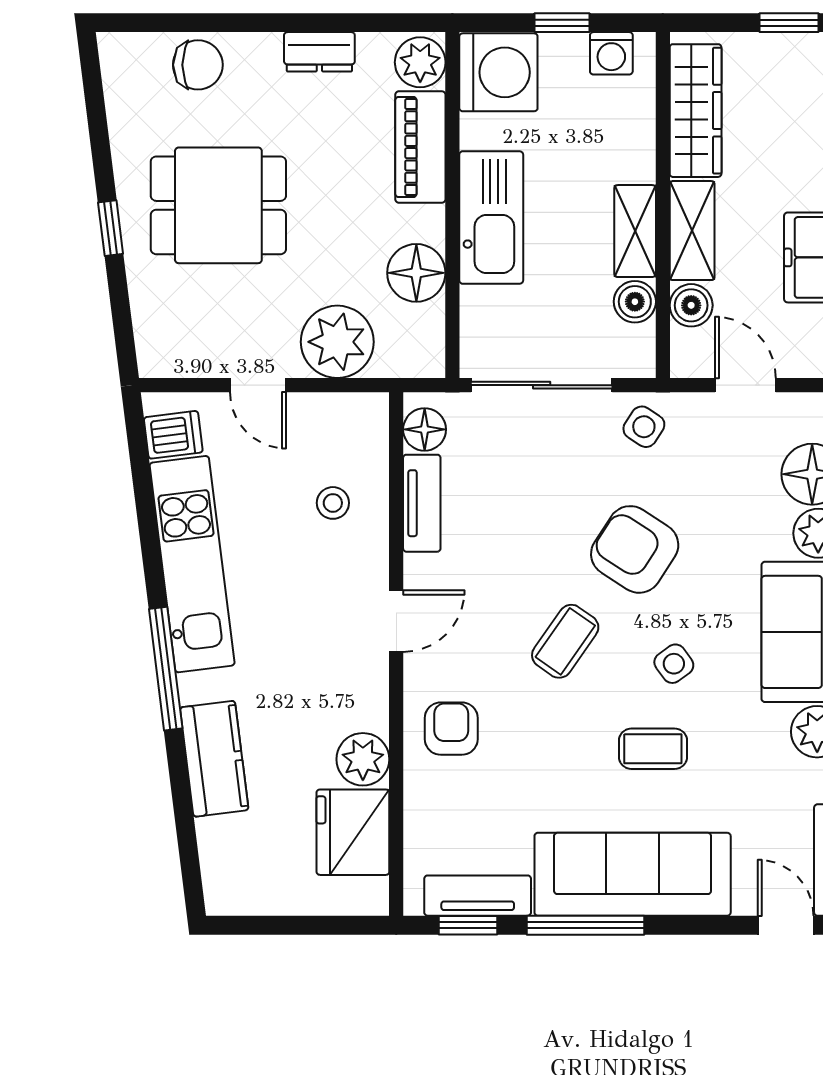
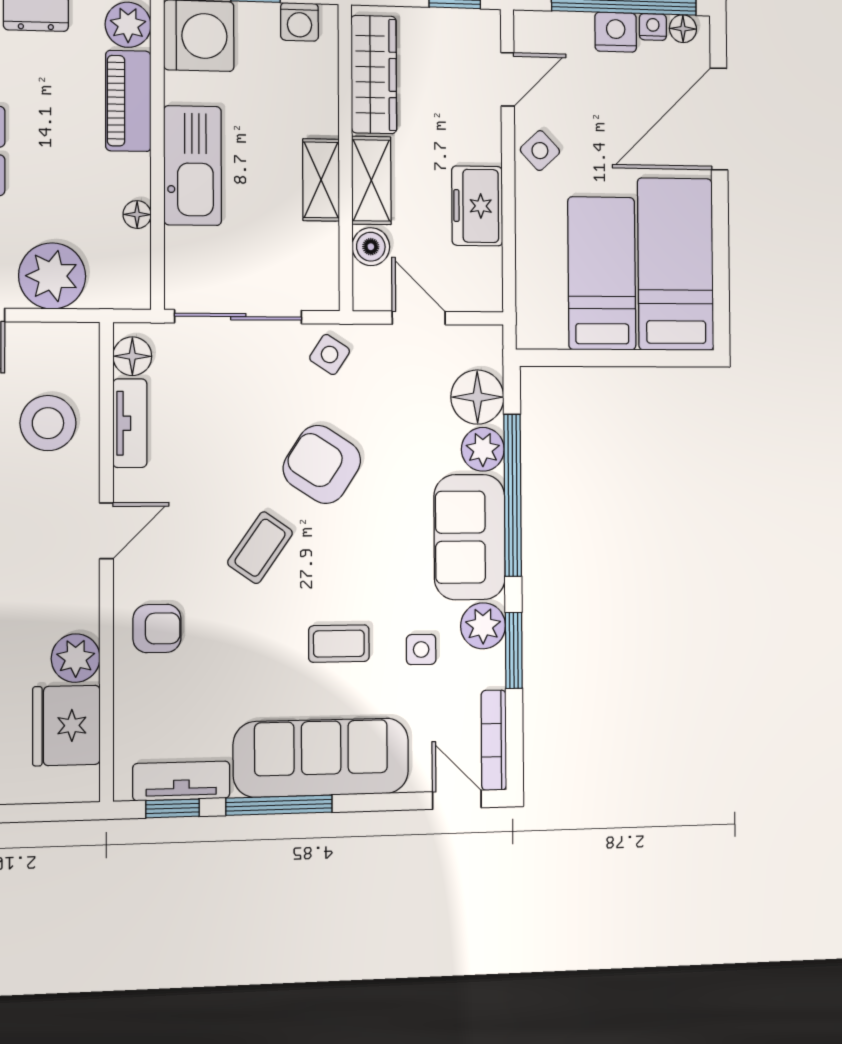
floor lamp: (416, 273) -> (137, 215), width x0.53, depth x0.53
boiler: (635, 302) -> (321, 243), removed
stool: (333, 503) -> (48, 423), width x1.89, depth x1.89
side table: (674, 664) -> (421, 650), moved, turned 36
armchair: (451, 729) -> (157, 628), turned 90

